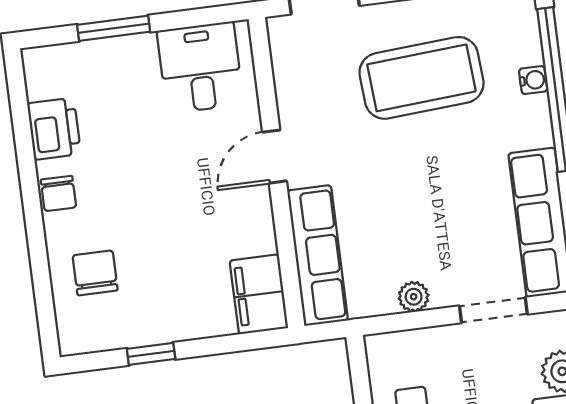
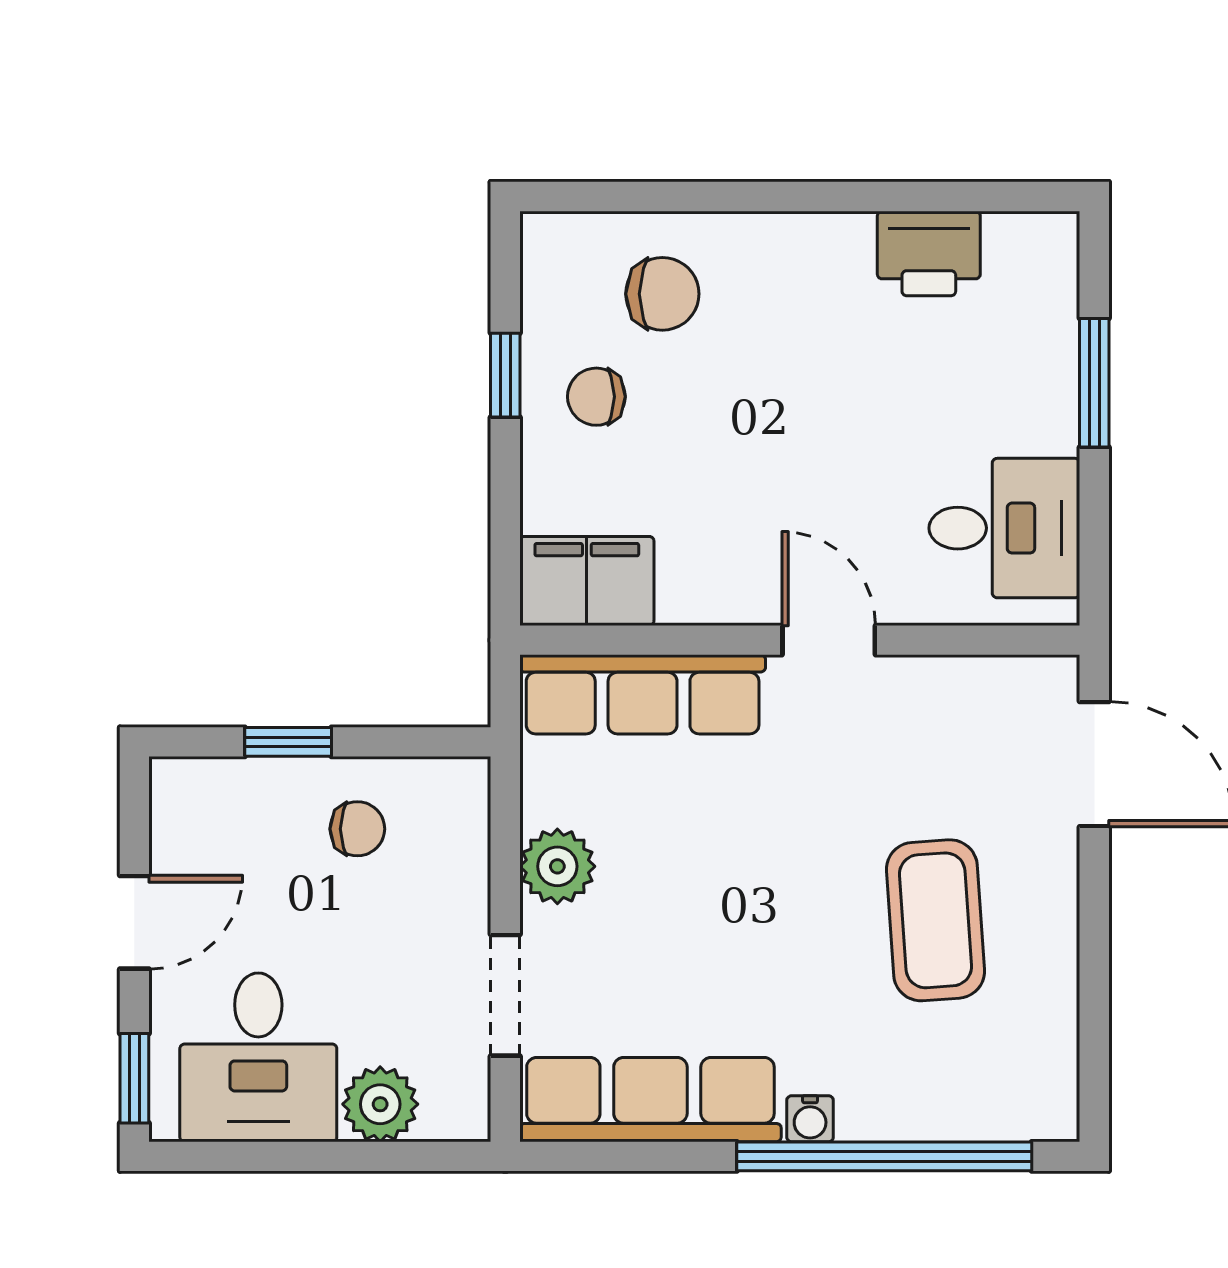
coffee table: (422, 78) -> (935, 920), width x0.73, depth x0.76
water cooler: (533, 80) -> (810, 1119), moved
chair: (58, 193) -> (596, 397), moved
plant: (414, 297) -> (557, 866), width x1.38, depth x1.38

